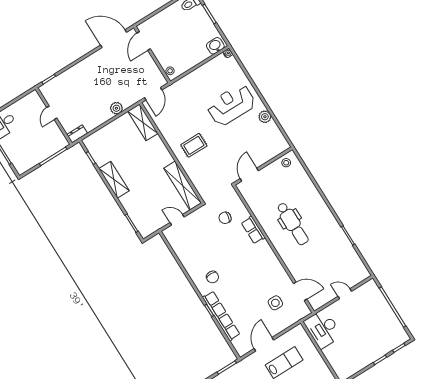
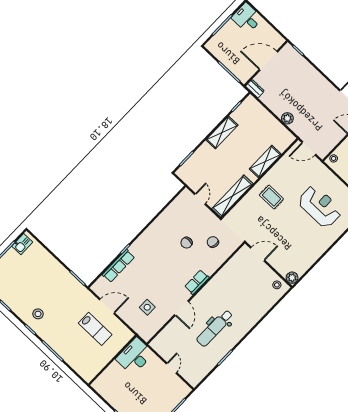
reception desk: (231, 105) -> (320, 206), moved
door: (52, 113) -> (268, 61), width x1.88
plant: (265, 117) -> (292, 278), moved
shelving: (143, 122) -> (265, 162), moved
dental chair: (293, 224) -> (215, 328), moved
row of seats: (253, 230) -> (197, 282), moved
chair: (212, 277) -> (187, 243), moved
door: (300, 291) -> (181, 308), moved
row of seats: (221, 316) -> (118, 266), width x0.73

